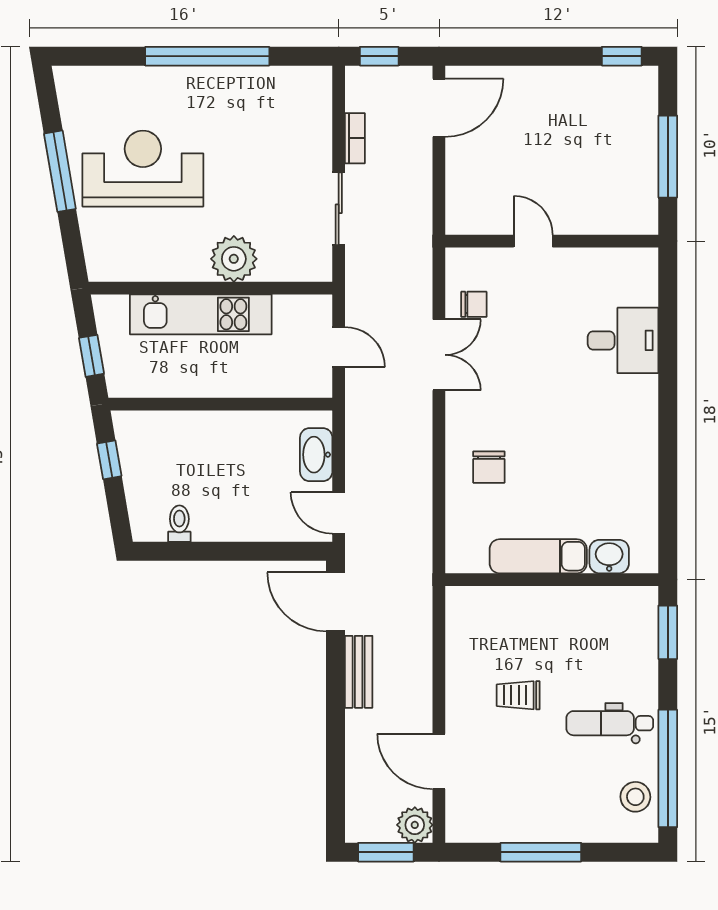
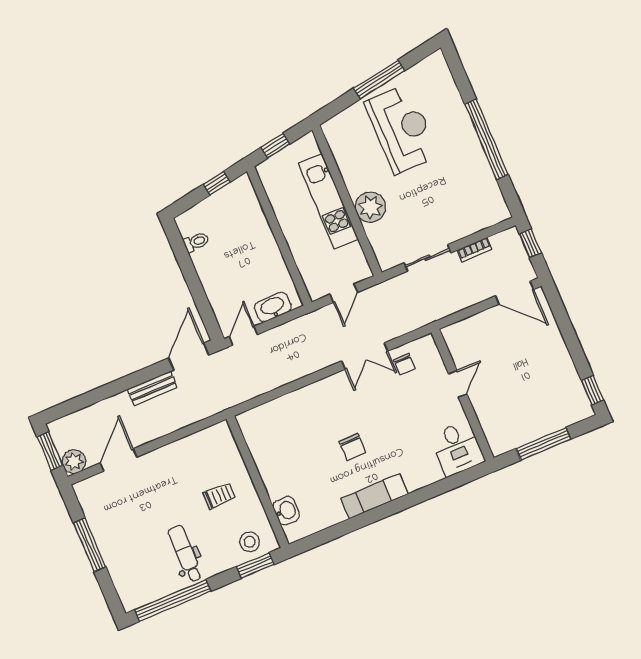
desk: (623, 340) -> (457, 448), moved
chair: (489, 467) -> (352, 447), moved, turned -90
exam couch: (538, 556) -> (374, 496), moved, turned -90
trolley: (518, 695) -> (219, 496), moved, turned 90
stool: (635, 797) -> (250, 542), moved

